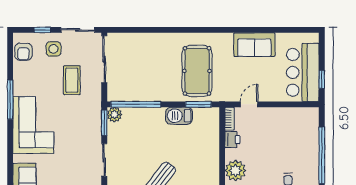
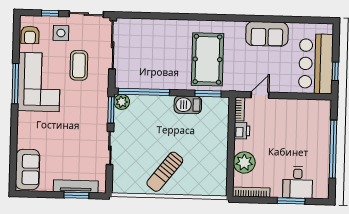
corner sofa: (33, 125) -> (39, 82), moved

